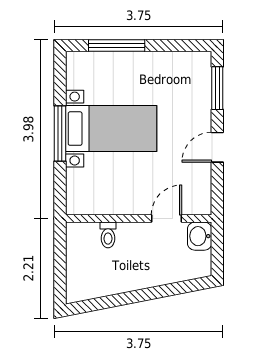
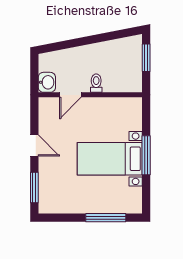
door: (217, 147) -> (34, 146), hinge flipped
toilet: (108, 235) -> (96, 83), moved
window: (60, 271) -> (146, 58), added

